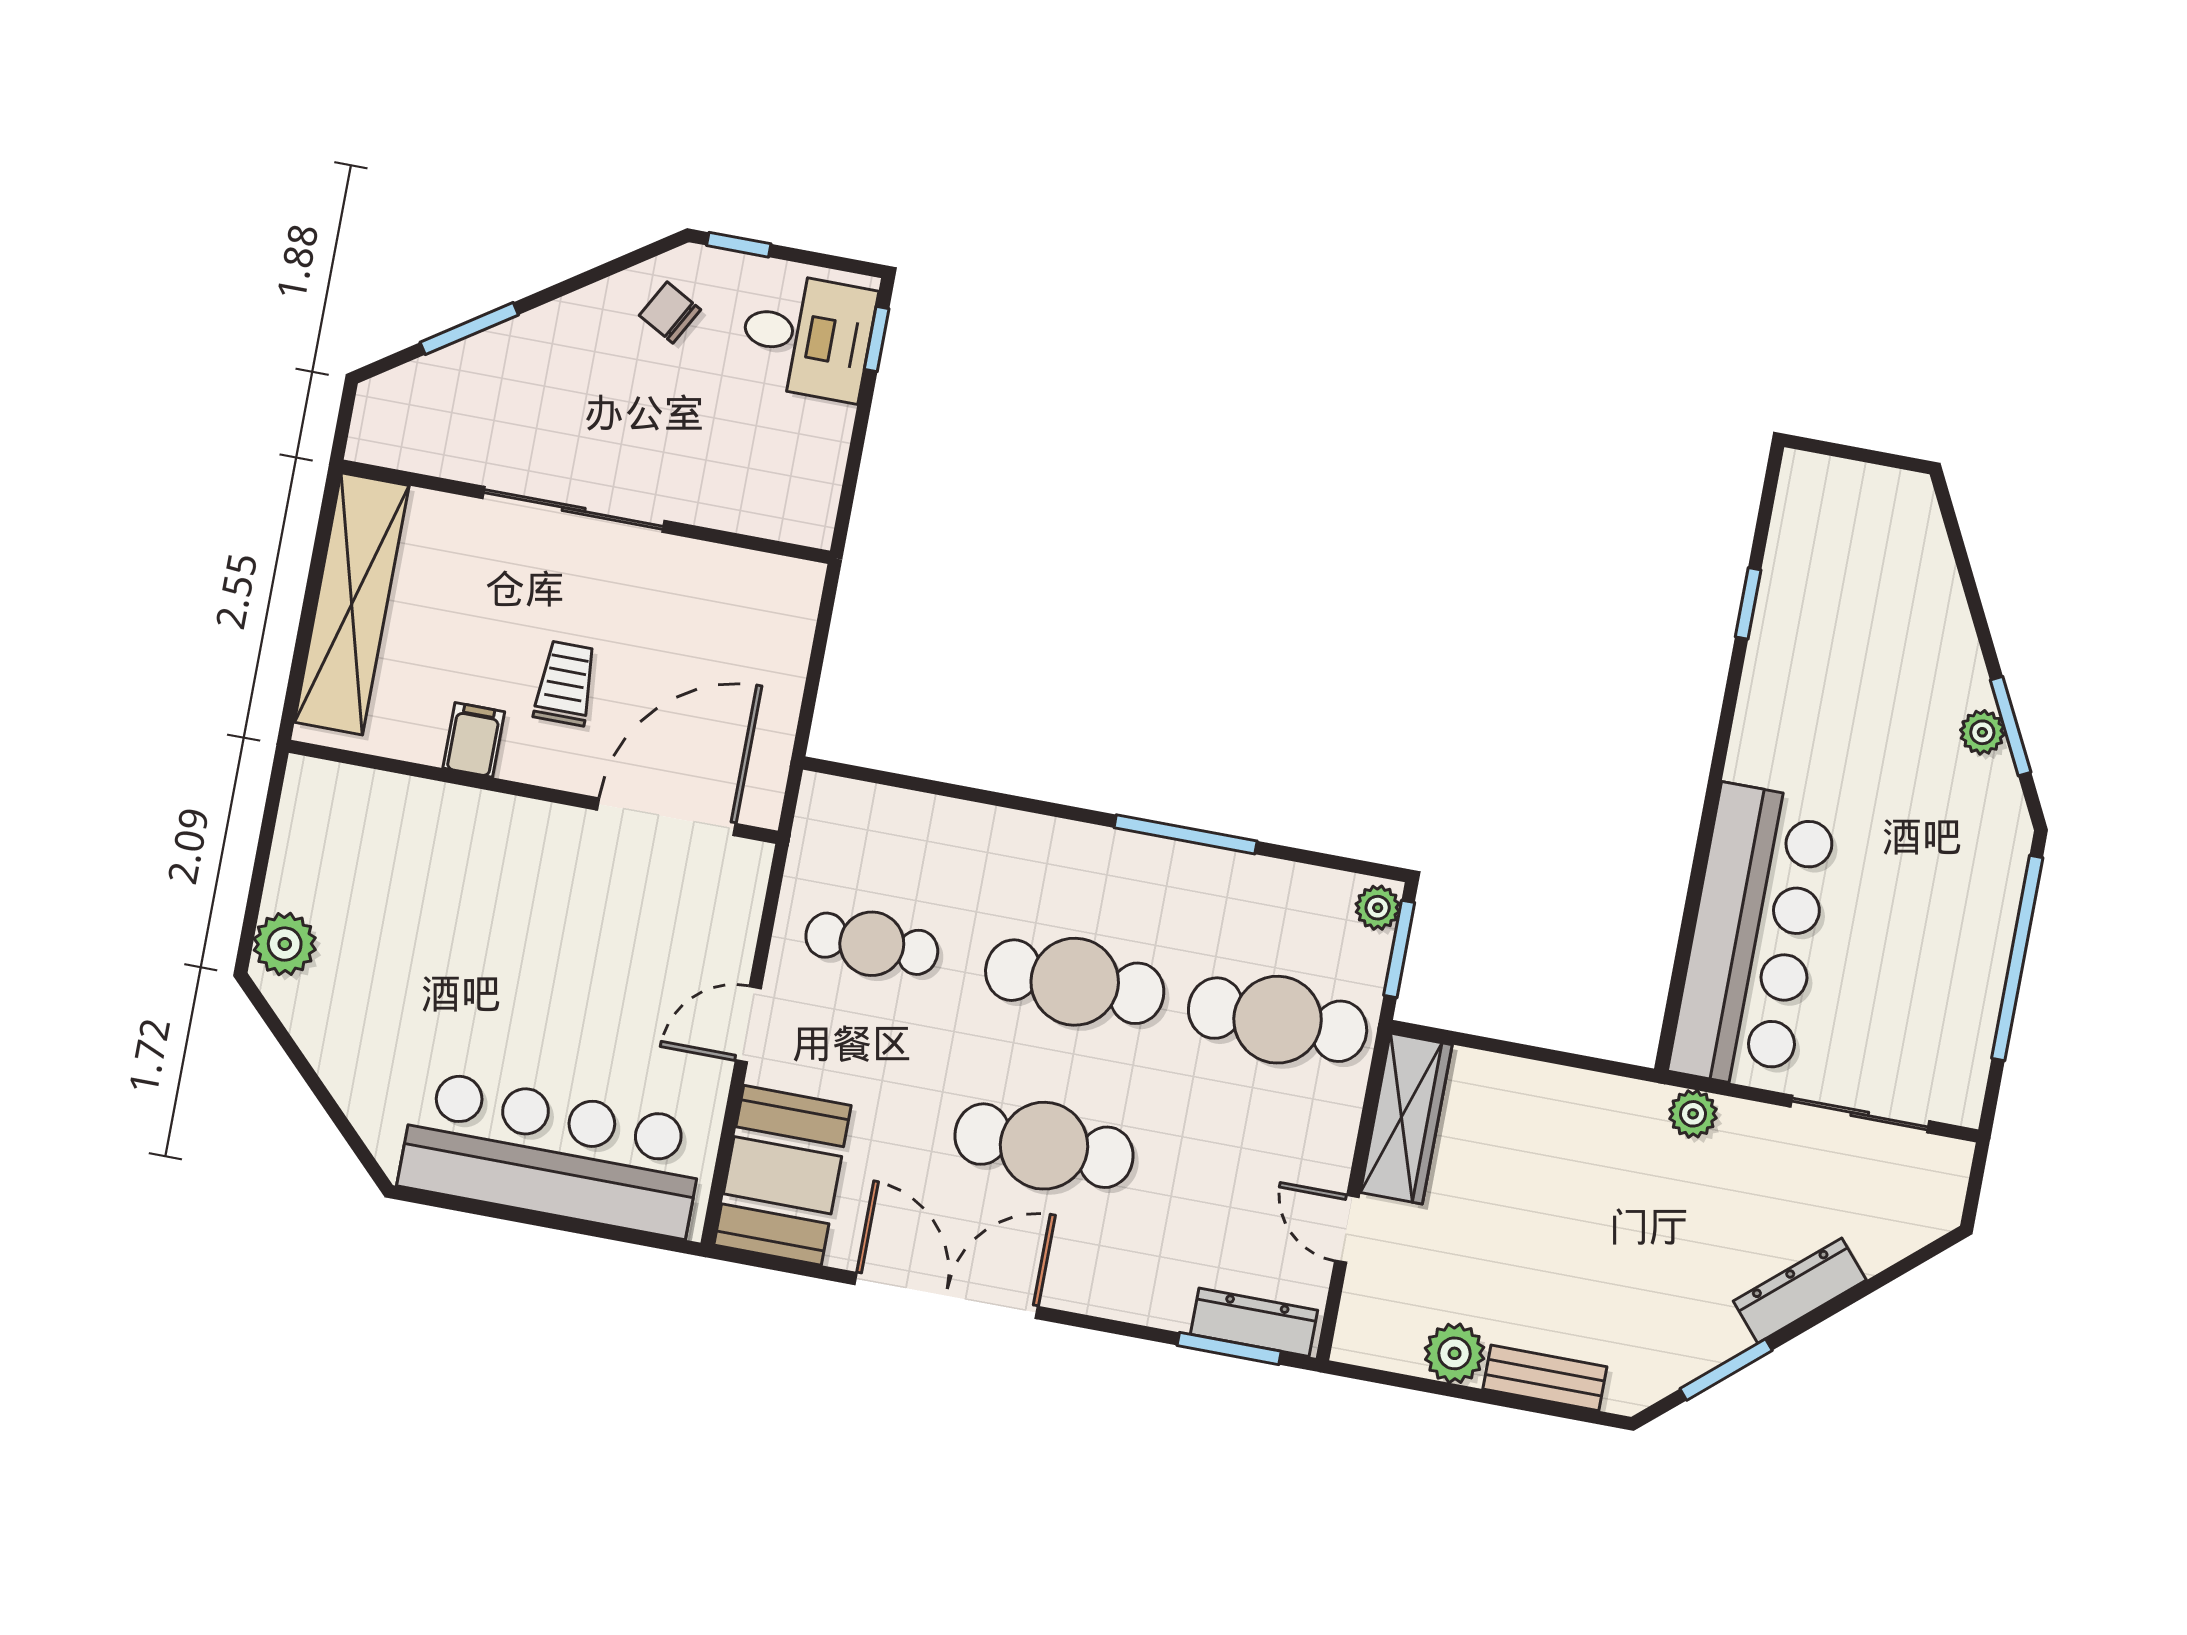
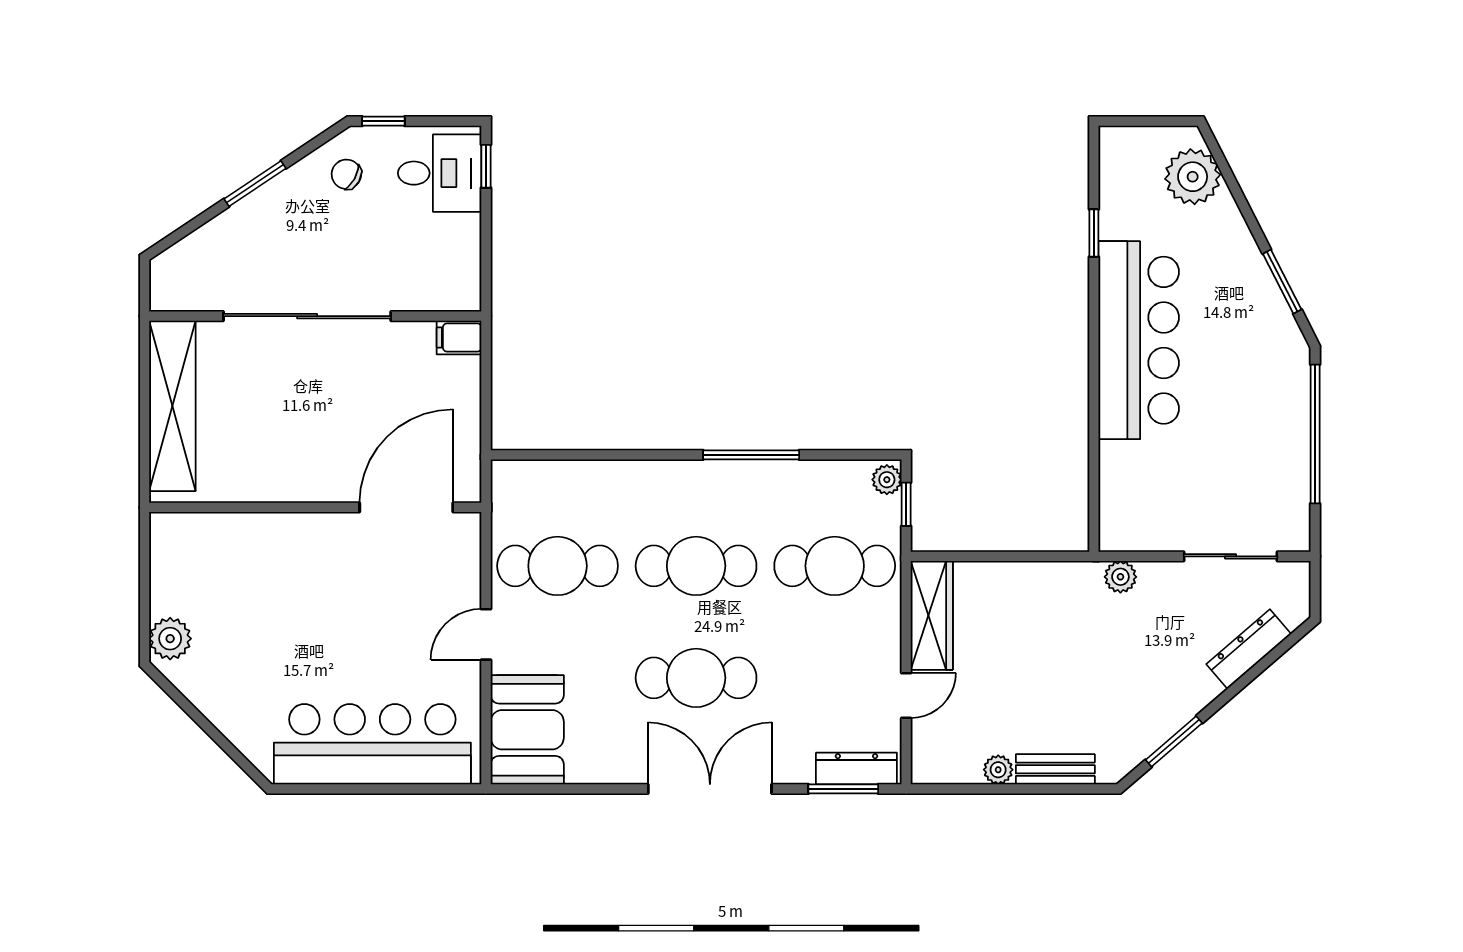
window: (469, 329) -> (255, 184), moved
sliding door: (574, 509) -> (307, 316), width x1.36
trolley: (565, 683) -> (323, 432), removed
plant: (1982, 732) -> (1193, 177), moved, width x1.88, depth x1.88
filing cabinet: (474, 740) -> (459, 338), moved, turned -90
bar counter: (1754, 937) -> (1139, 340), moved
cafe table: (872, 944) -> (558, 566), width x1.37, depth x1.35
window: (1399, 949) -> (906, 504), width x0.67
door: (1347, 1229) -> (906, 695), swing flipped
dresser: (1800, 1291) -> (1249, 649), moved
double door: (946, 1296) -> (710, 789), moved
plant: (1455, 1353) -> (998, 770), width x0.73, depth x0.73

